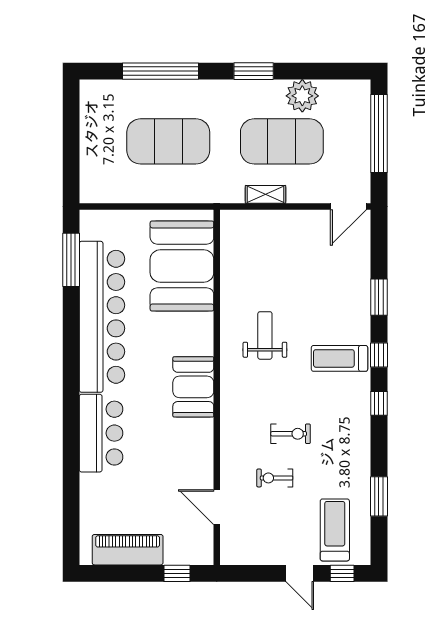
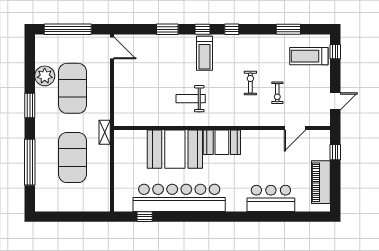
shelving: (266, 194) -> (105, 132), moved
window: (71, 260) -> (145, 217), width x0.46
booth: (182, 266) -> (175, 149), moved
bar counter: (101, 433) -> (271, 198), moved
door: (300, 573) -> (335, 101), moved

